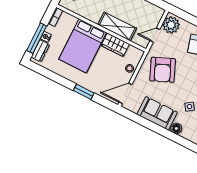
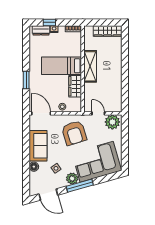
shelving: (117, 26) -> (90, 66), moved
window: (37, 38) -> (49, 22), width x0.46
bed: (83, 46) -> (61, 66), width x0.67
armchair: (163, 70) -> (74, 133), turned -84

